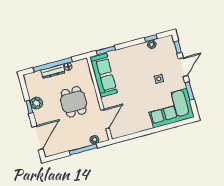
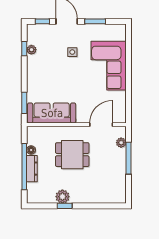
corner sofa: (170, 108) -> (109, 66), moved
door: (105, 119) -> (101, 125), hinge flipped
door: (38, 138) -> (102, 206), removed

